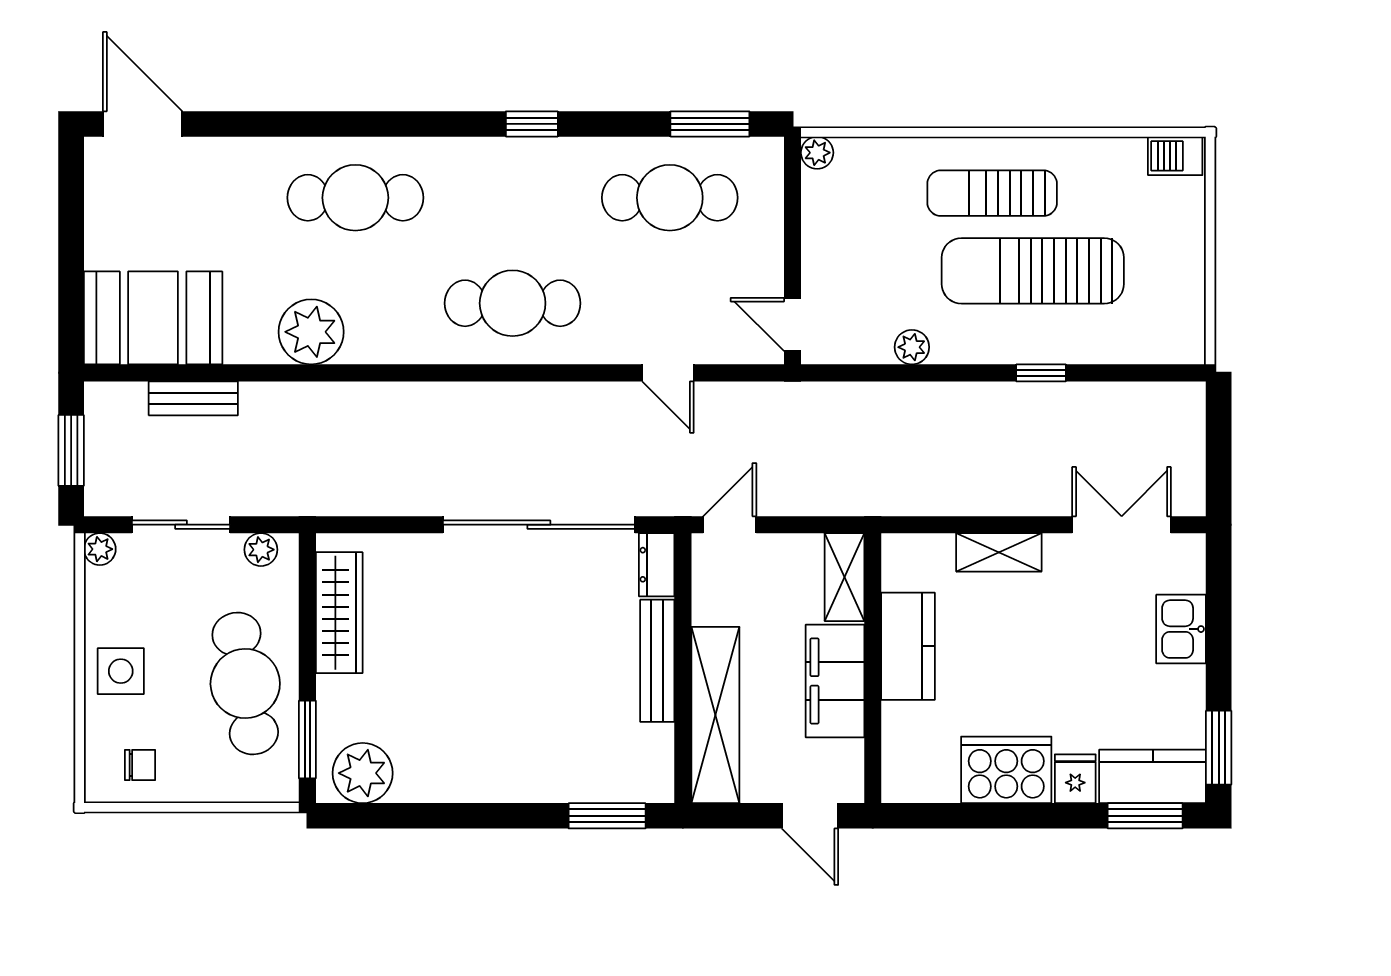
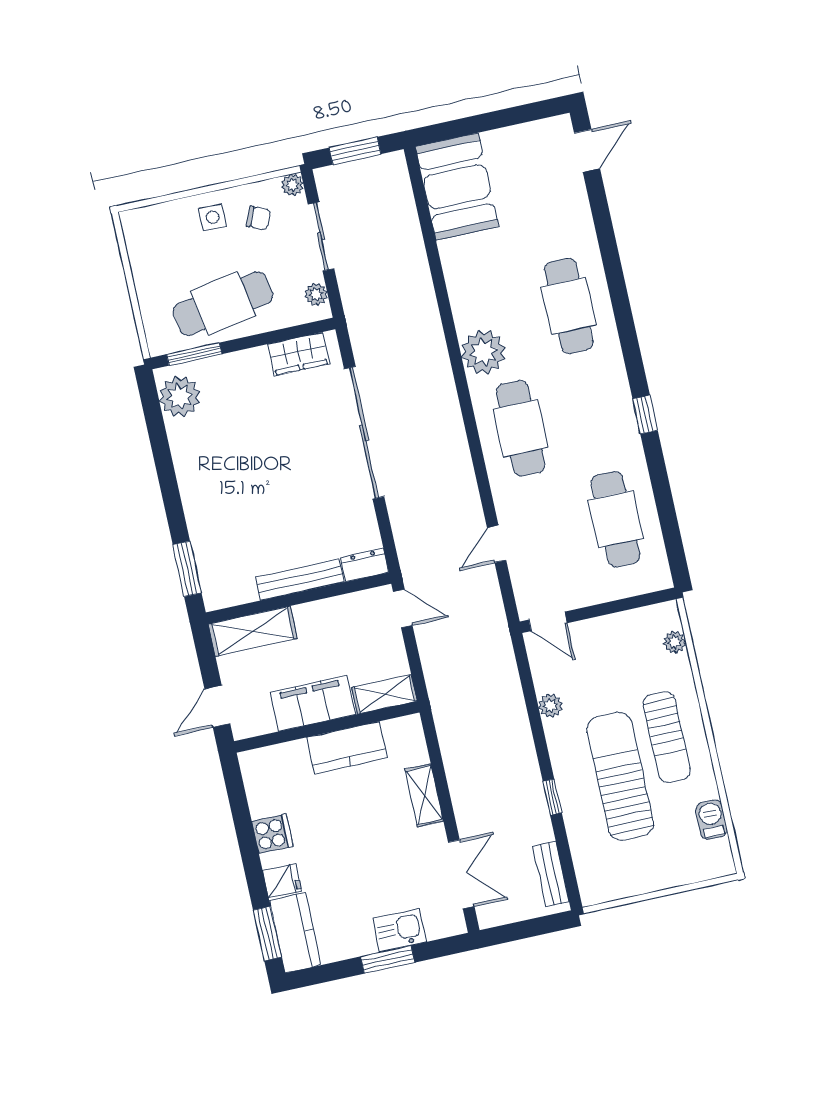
door: (143, 124) -> (587, 151), width x0.73
window: (710, 124) -> (672, 535), removed
plant: (817, 153) -> (675, 642), moved
barbecue: (1175, 156) -> (711, 820), moved
sun lounger: (992, 193) -> (667, 737), turned 180
door: (793, 325) -> (548, 621), swing flipped
plant: (311, 332) -> (483, 352), moved
bench: (193, 398) -> (551, 874), moved
sliding door: (539, 525) -> (364, 433), moved
wardrobe: (339, 613) -> (299, 354), width x0.67
side table: (121, 671) -> (213, 217), width x0.73, depth x0.73
shelving: (715, 715) -> (253, 631), width x0.68
window: (1219, 748) -> (388, 959), moved
chair: (140, 765) -> (258, 218), moved, turned -66
cooker: (1006, 770) -> (272, 834), width x0.53, depth x0.76

